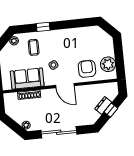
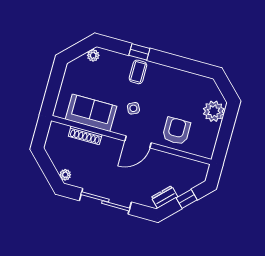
coffee table: (34, 47) -> (138, 72), moved
plant: (108, 64) -> (214, 111), moved
door: (65, 86) -> (138, 142), hinge flipped
dresser: (103, 106) -> (164, 197), moved

